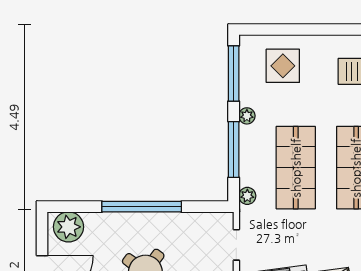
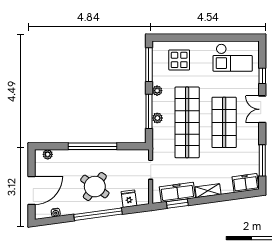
shop shelf: (296, 168) -> (187, 122), width x1.40
plant: (247, 196) -> (157, 118), moved
plant: (68, 227) -> (48, 154), width x0.53, depth x0.53

